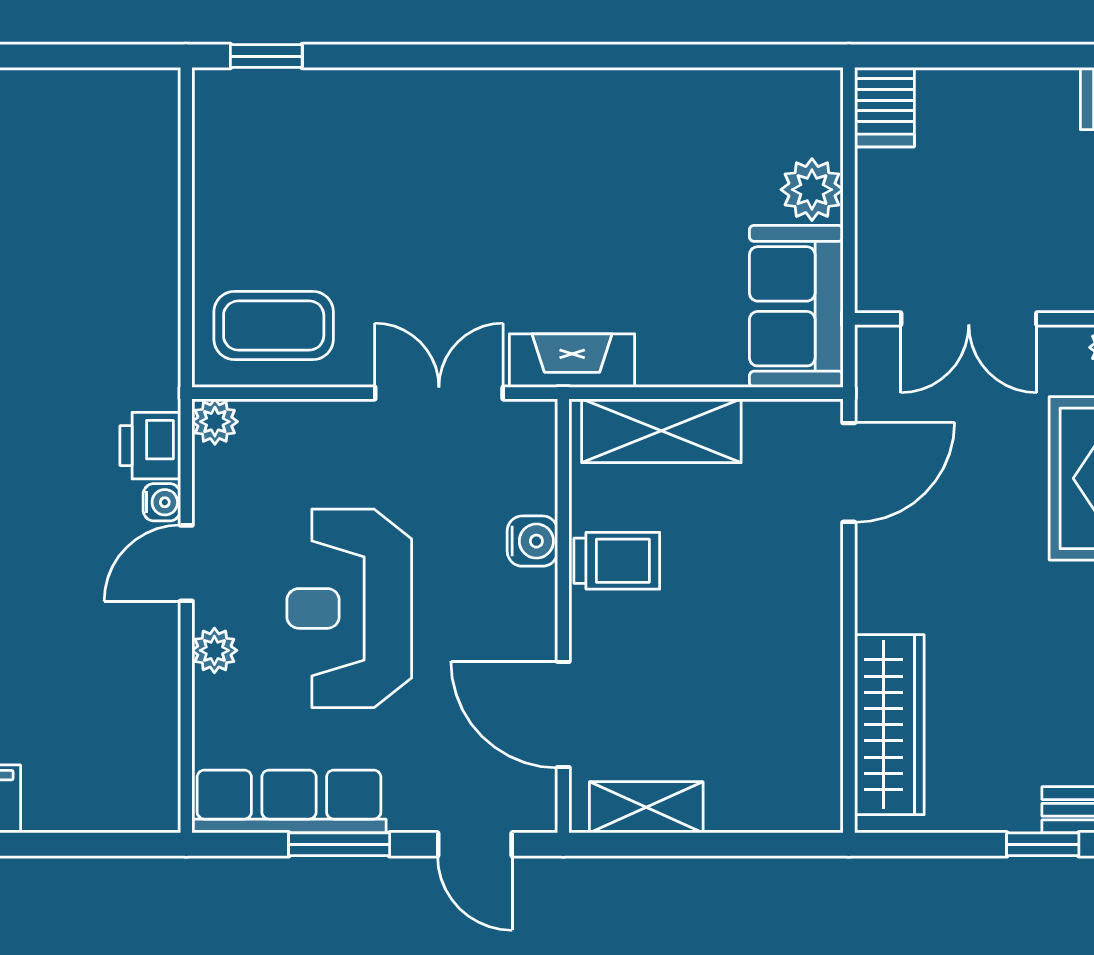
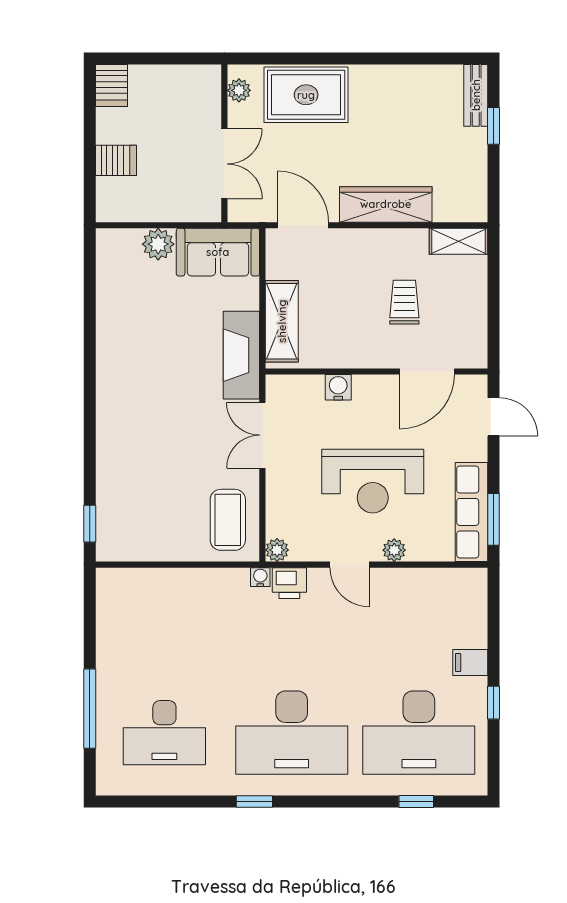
server rack: (884, 107) -> (116, 160), moved
fireplace: (572, 361) -> (241, 355), width x1.37, depth x1.32
water cooler: (162, 502) -> (260, 577), moved
trolley: (617, 561) -> (404, 302), moved
wardrobe: (889, 725) -> (386, 204), moved
shelving: (646, 807) -> (459, 241), moved, turned 90
window: (339, 844) -> (493, 519), moved
door: (475, 844) -> (493, 417), hinge flipped

